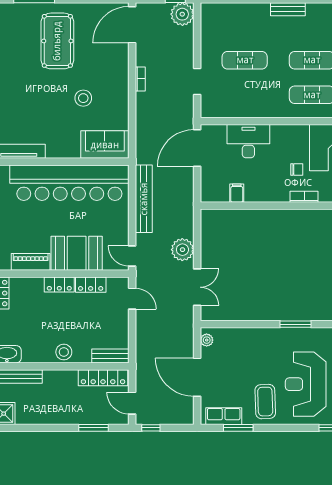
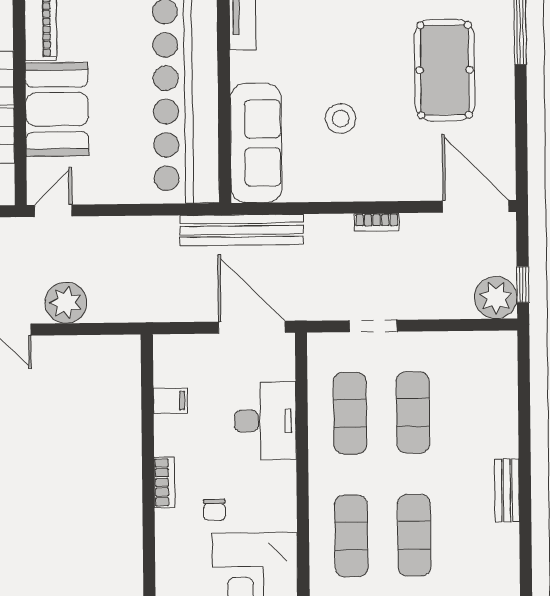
pool table: (57, 41) -> (445, 70), turned 90
exercise mat: (245, 95) -> (350, 413), added
sofa: (105, 145) -> (256, 143), width x1.36
bookcase: (304, 197) -> (164, 482), moved
bench: (144, 199) -> (242, 230), moved

